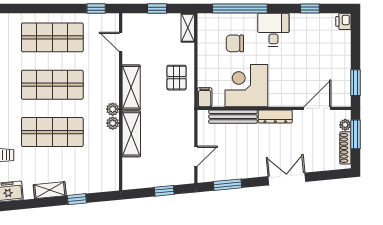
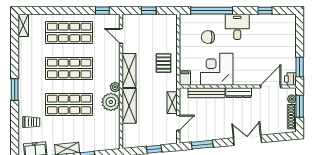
printer: (343, 21) -> (290, 79), moved
shelving: (188, 28) -> (172, 103), moved
plant: (113, 123) -> (111, 102), width x1.87, depth x1.87

